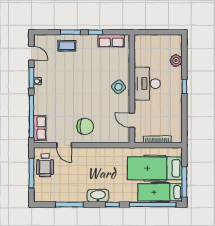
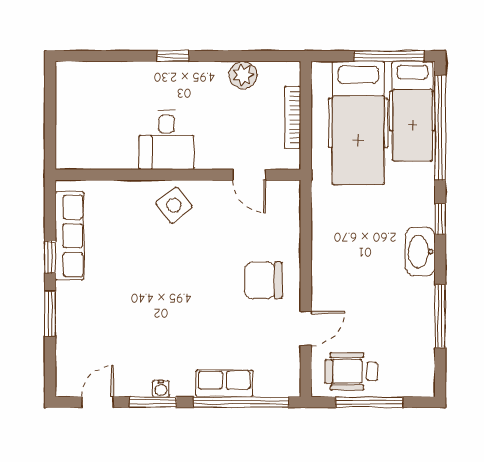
row of seats: (111, 41) -> (70, 236), width x1.48
coffee table: (67, 46) -> (81, 322), removed
plant: (176, 61) -> (243, 75), moved
desk: (147, 84) -> (167, 140), width x0.73
door: (132, 120) -> (249, 175), hinge flipped
chair: (85, 126) -> (263, 280), turned -90
row of seats: (40, 128) -> (224, 383), moved
wheelchair: (45, 165) -> (351, 371), turned 180

